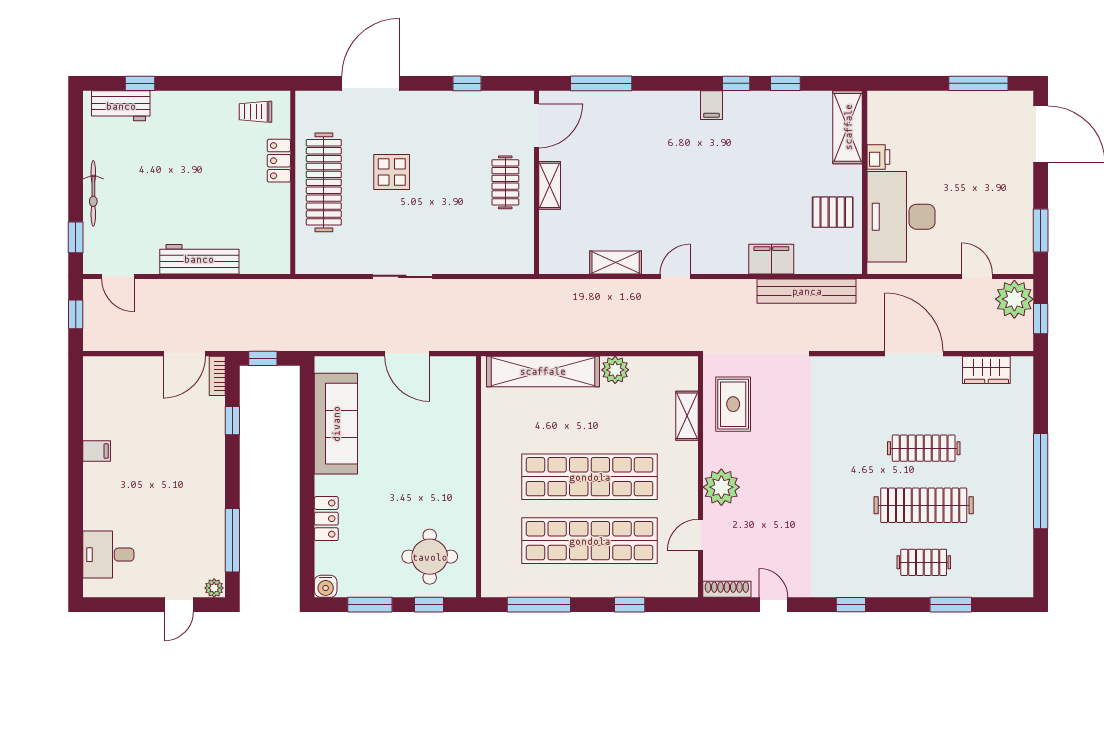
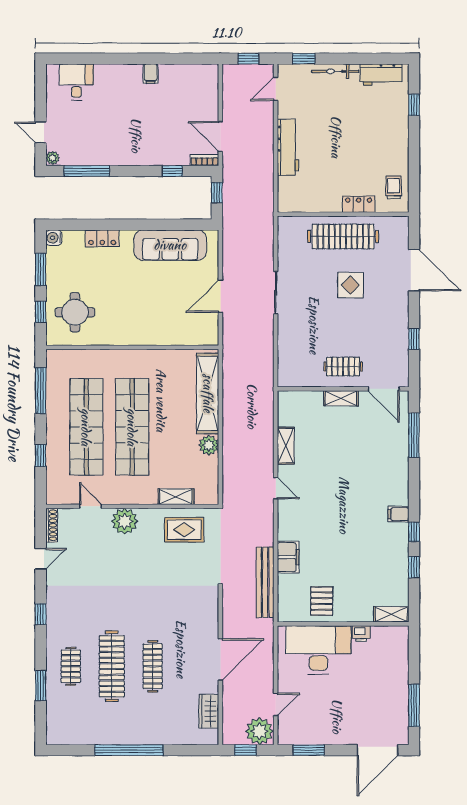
workbench: (121, 106) -> (381, 75), moved, turned -90
shelving: (848, 127) -> (391, 614), width x0.67, depth x0.75

